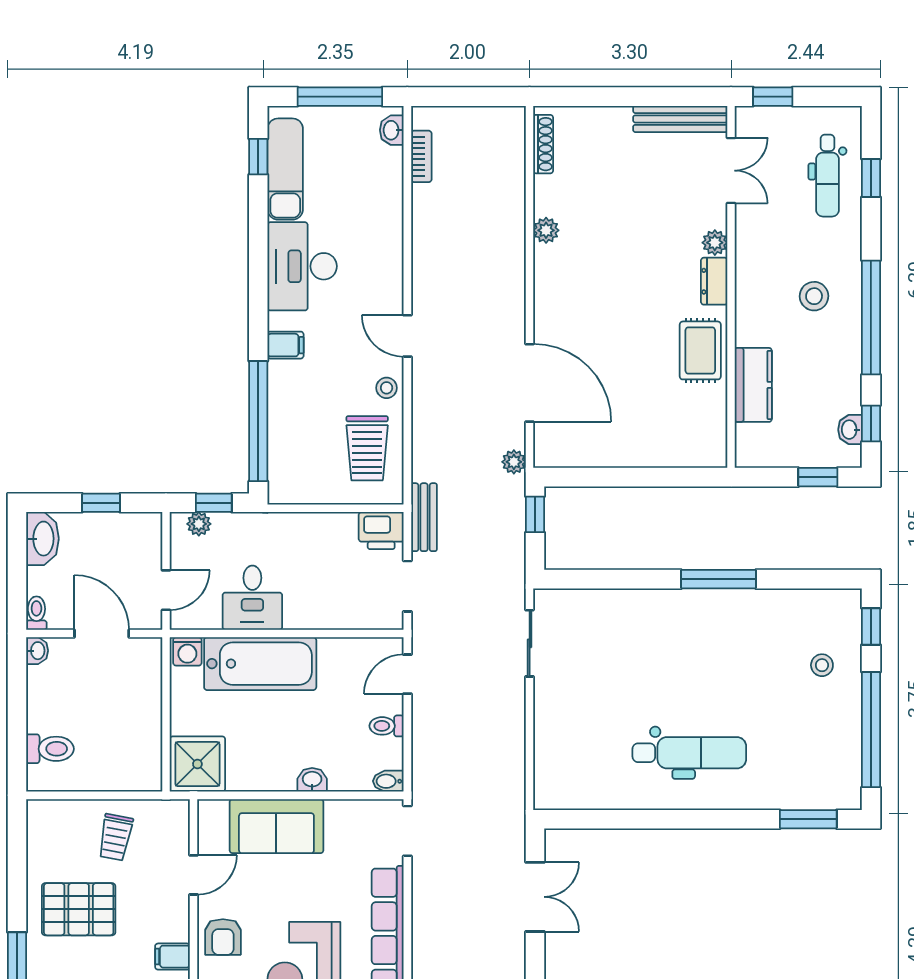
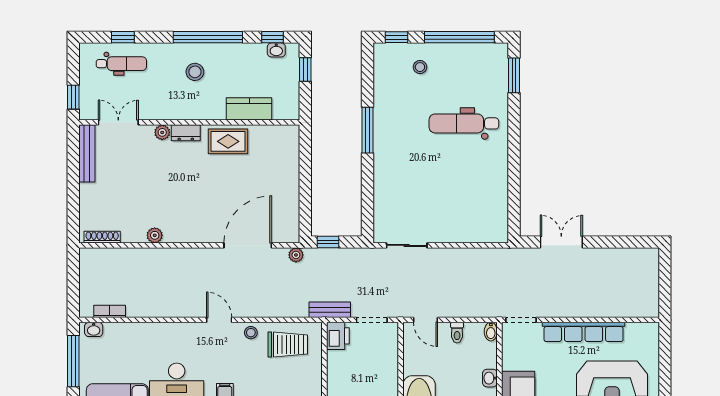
door: (407, 336) -> (219, 320), swing flipped
dental chair: (689, 753) -> (464, 123), moved, turned -90

